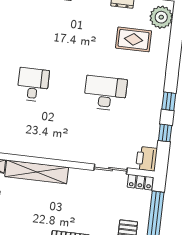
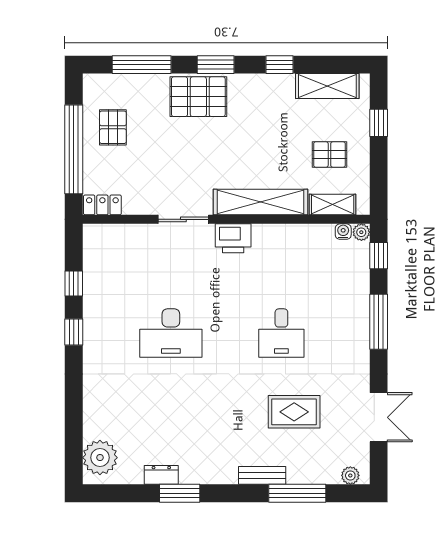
rug: (134, 39) -> (294, 412), moved
printer: (146, 159) -> (233, 238), moved, turned 90
sliding door: (111, 169) -> (183, 219), moved

